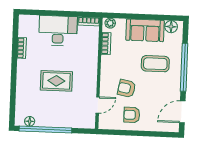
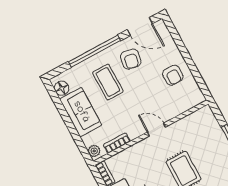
armchair: (127, 88) -> (131, 59), moved
door: (98, 105) -> (157, 130), moved

